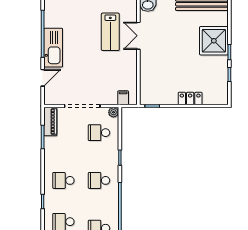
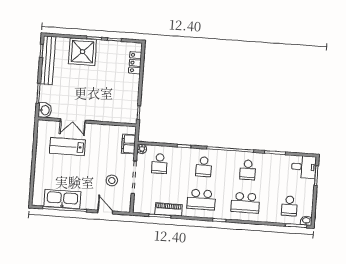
lab bench: (110, 32) -> (67, 147), turned 180
kitchen sink: (53, 48) -> (62, 199), moved
stool: (77, 82) -> (112, 180), added
filing cabinet: (123, 98) -> (129, 144), width x2.00
locker: (190, 98) -> (135, 63), moved
piano: (50, 122) -> (168, 209), moved
school desk: (63, 180) -> (201, 200), width x1.85

